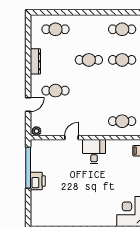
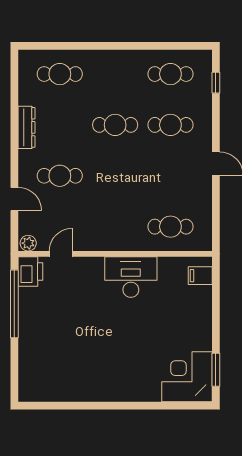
door: (28, 104) -> (14, 199), hinge flipped
door: (72, 138) -> (61, 254), moved
desk: (94, 152) -> (131, 277), width x1.37
printer: (38, 181) -> (30, 272), moved

